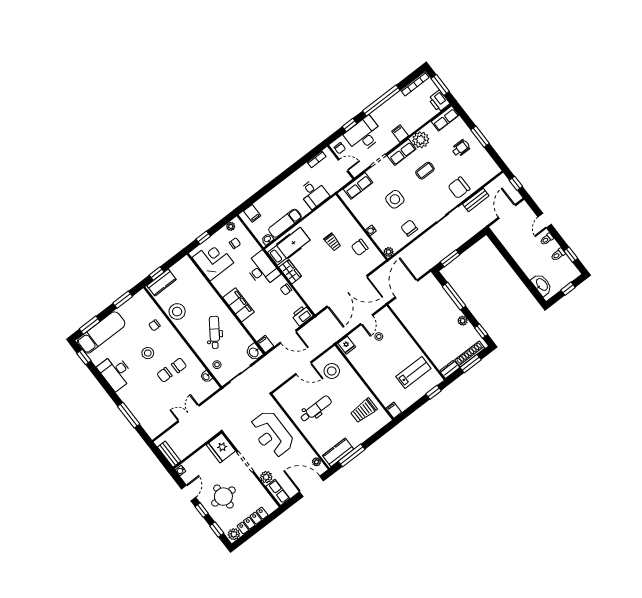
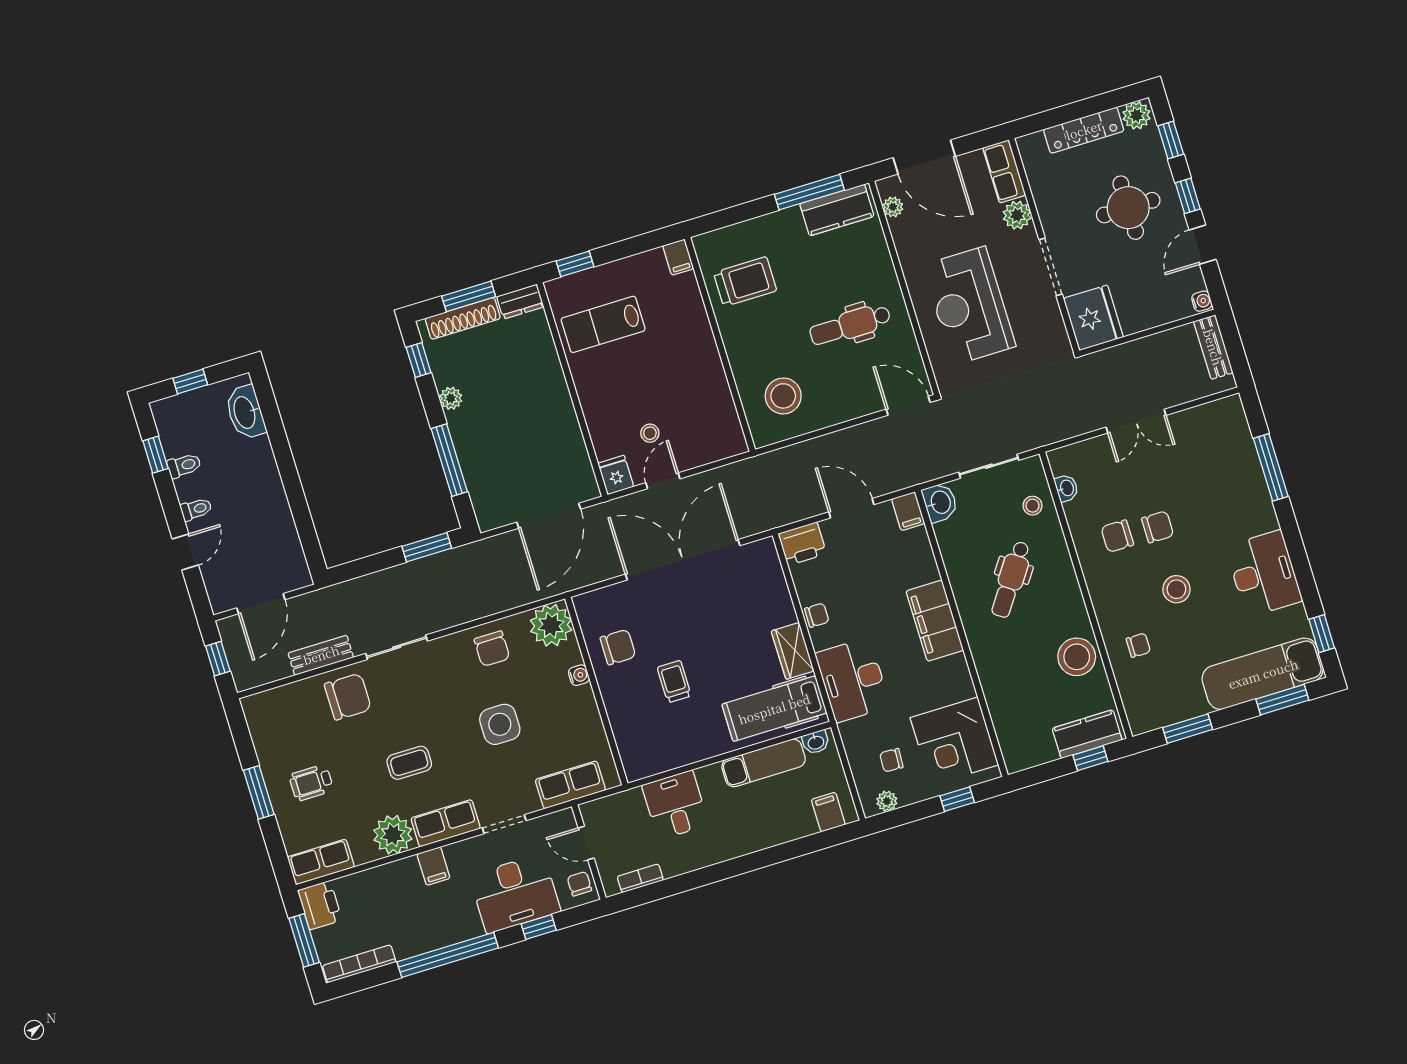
plant: (389, 252) -> (551, 625), width x1.87, depth x1.87
fridge: (347, 345) -> (616, 475), moved
door: (303, 368) -> (908, 406), moved
reception desk: (272, 434) -> (969, 306), turned 180

